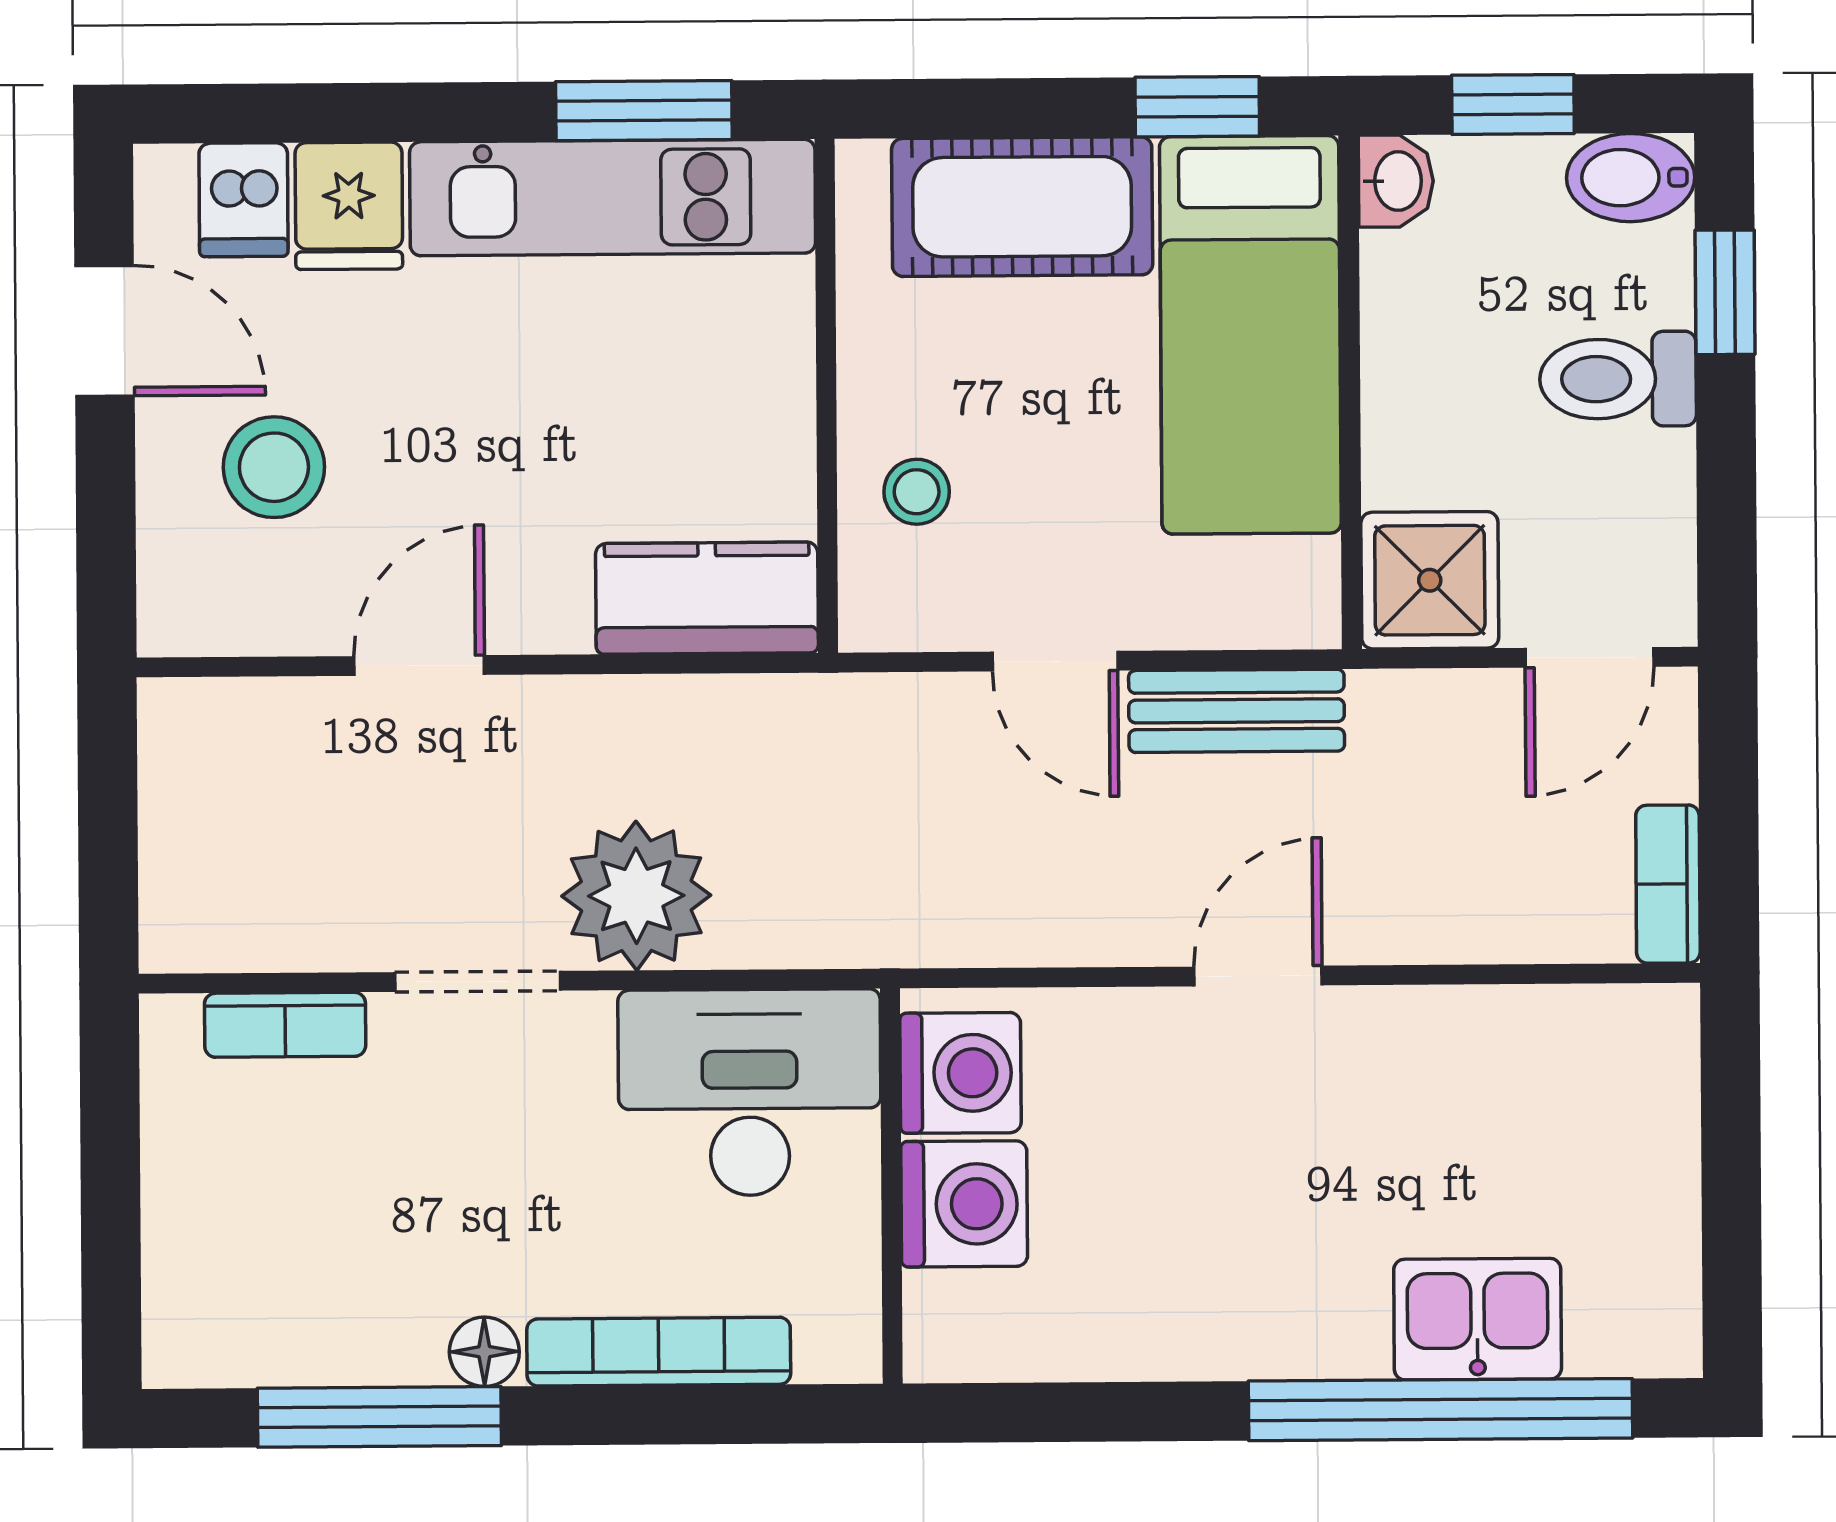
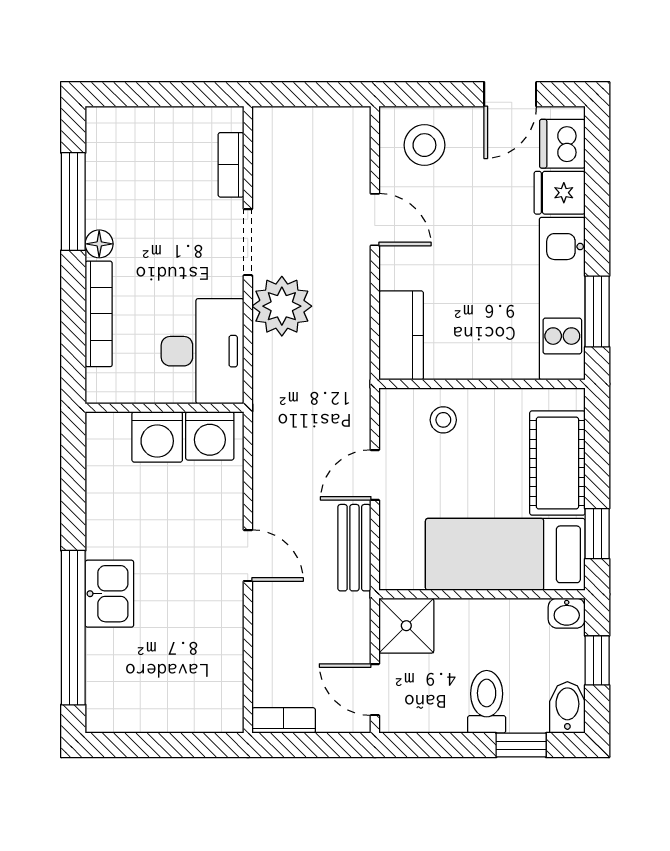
dishwasher: (243, 200) -> (562, 144), width x1.38
stool: (274, 467) -> (424, 145), moved
kitchen sink: (1478, 1319) -> (109, 594), moved

